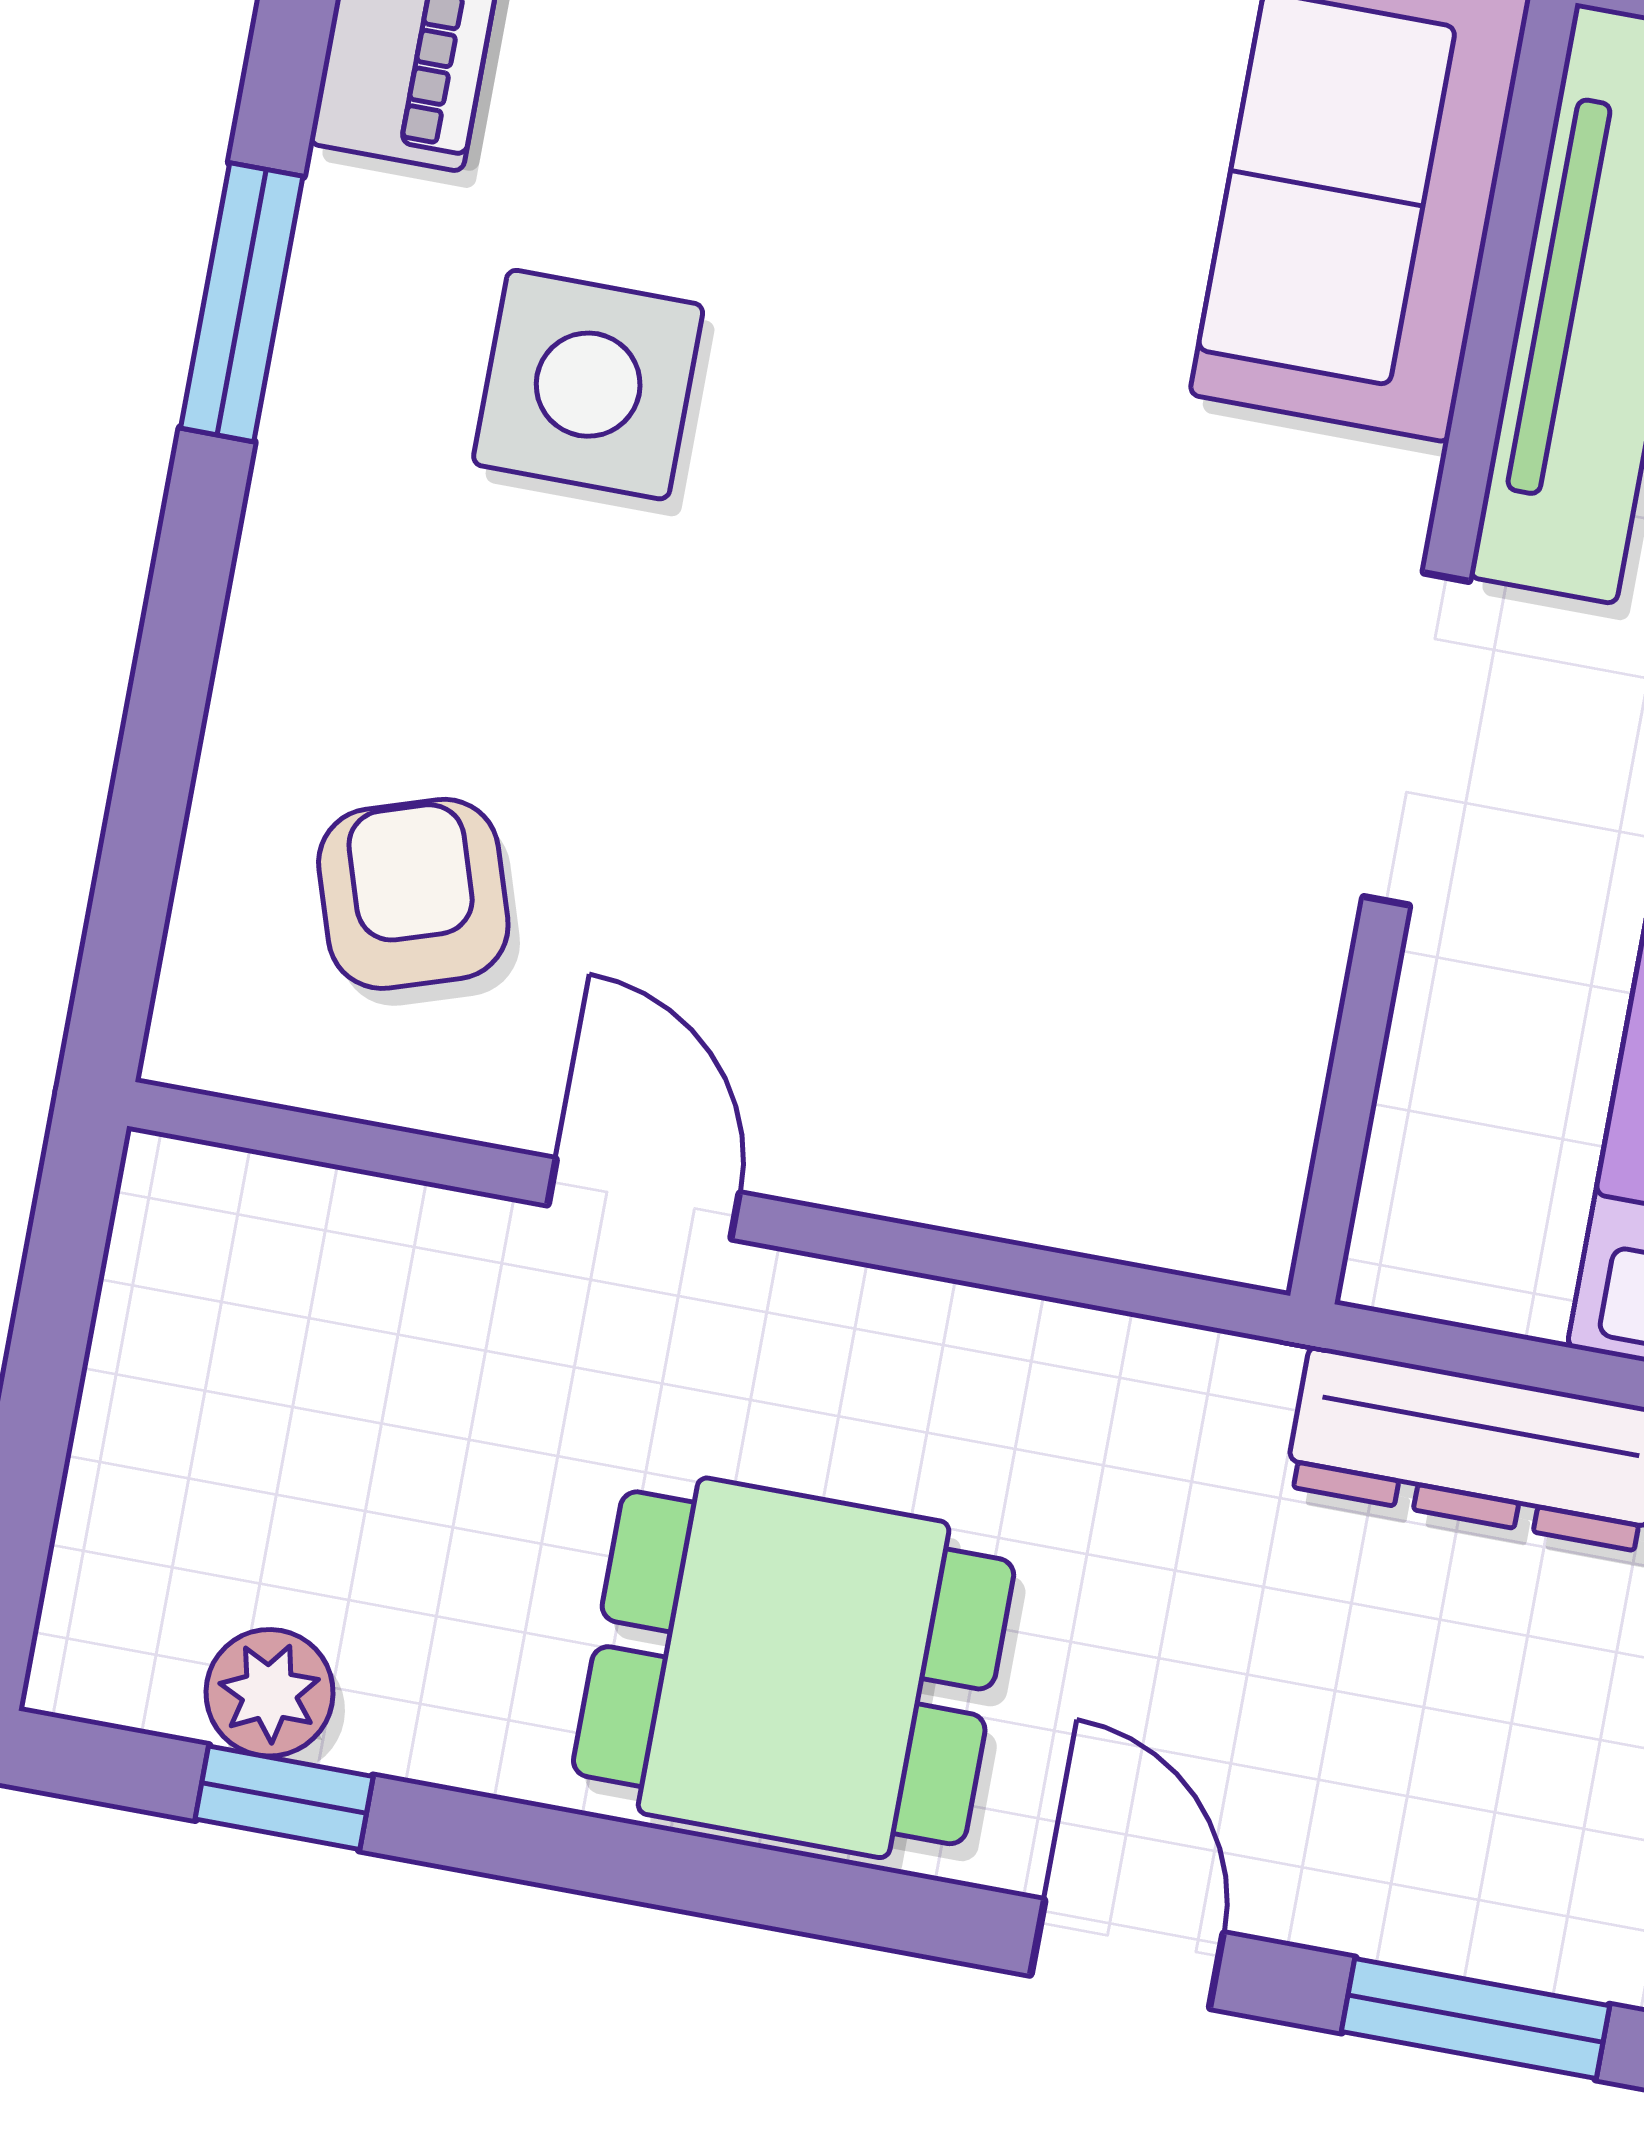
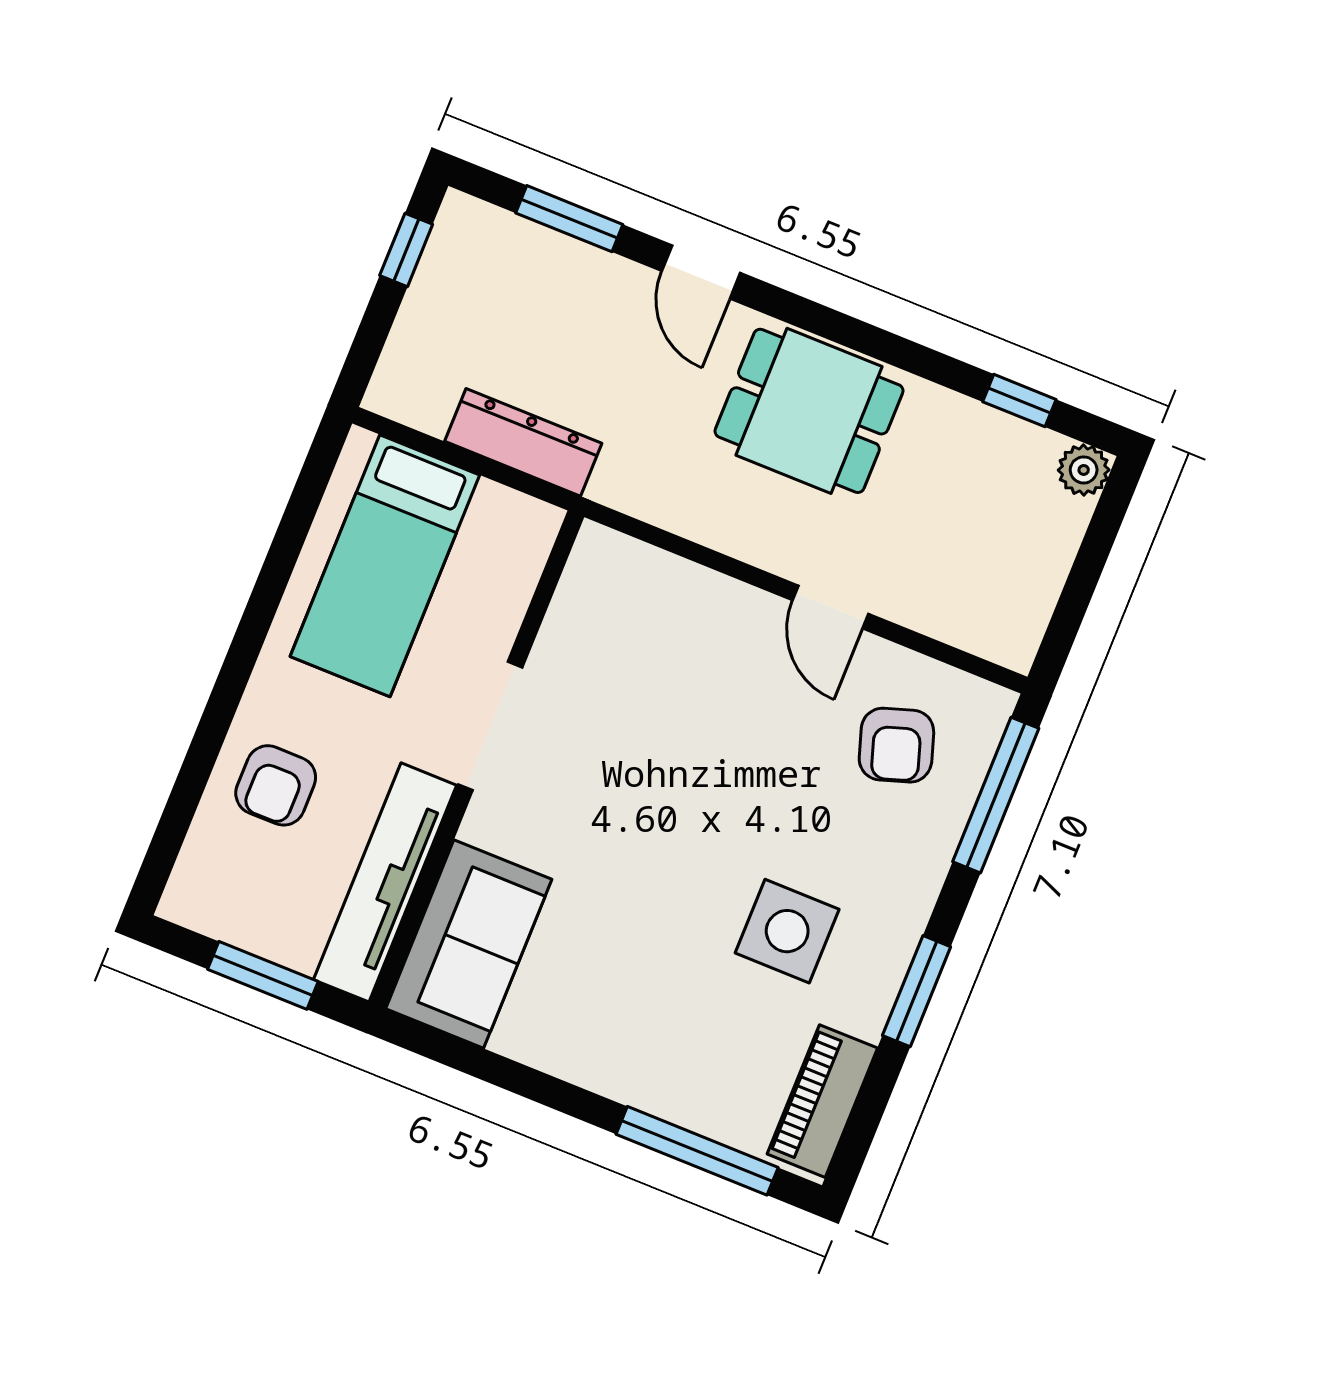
window: (146, 821) -> (996, 795), added
plant: (270, 1693) -> (1084, 470), moved

